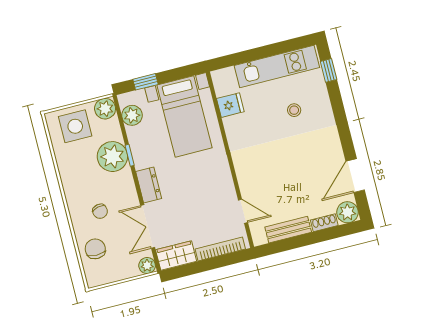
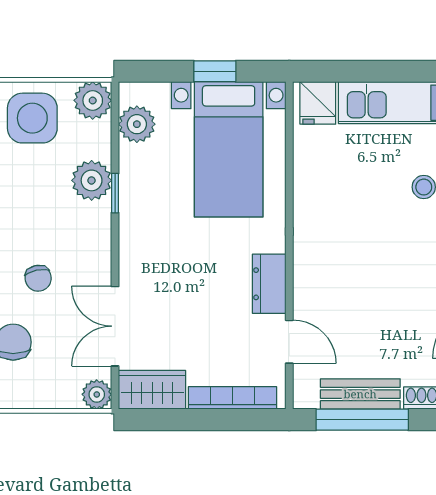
window: (145, 82) -> (215, 71), moved
fridge: (230, 105) -> (318, 103), moved, turned 90
plant: (112, 157) -> (92, 180), width x0.73, depth x0.73
dresser: (149, 185) -> (269, 284), moved, turned 180
window: (293, 243) -> (362, 420), added

